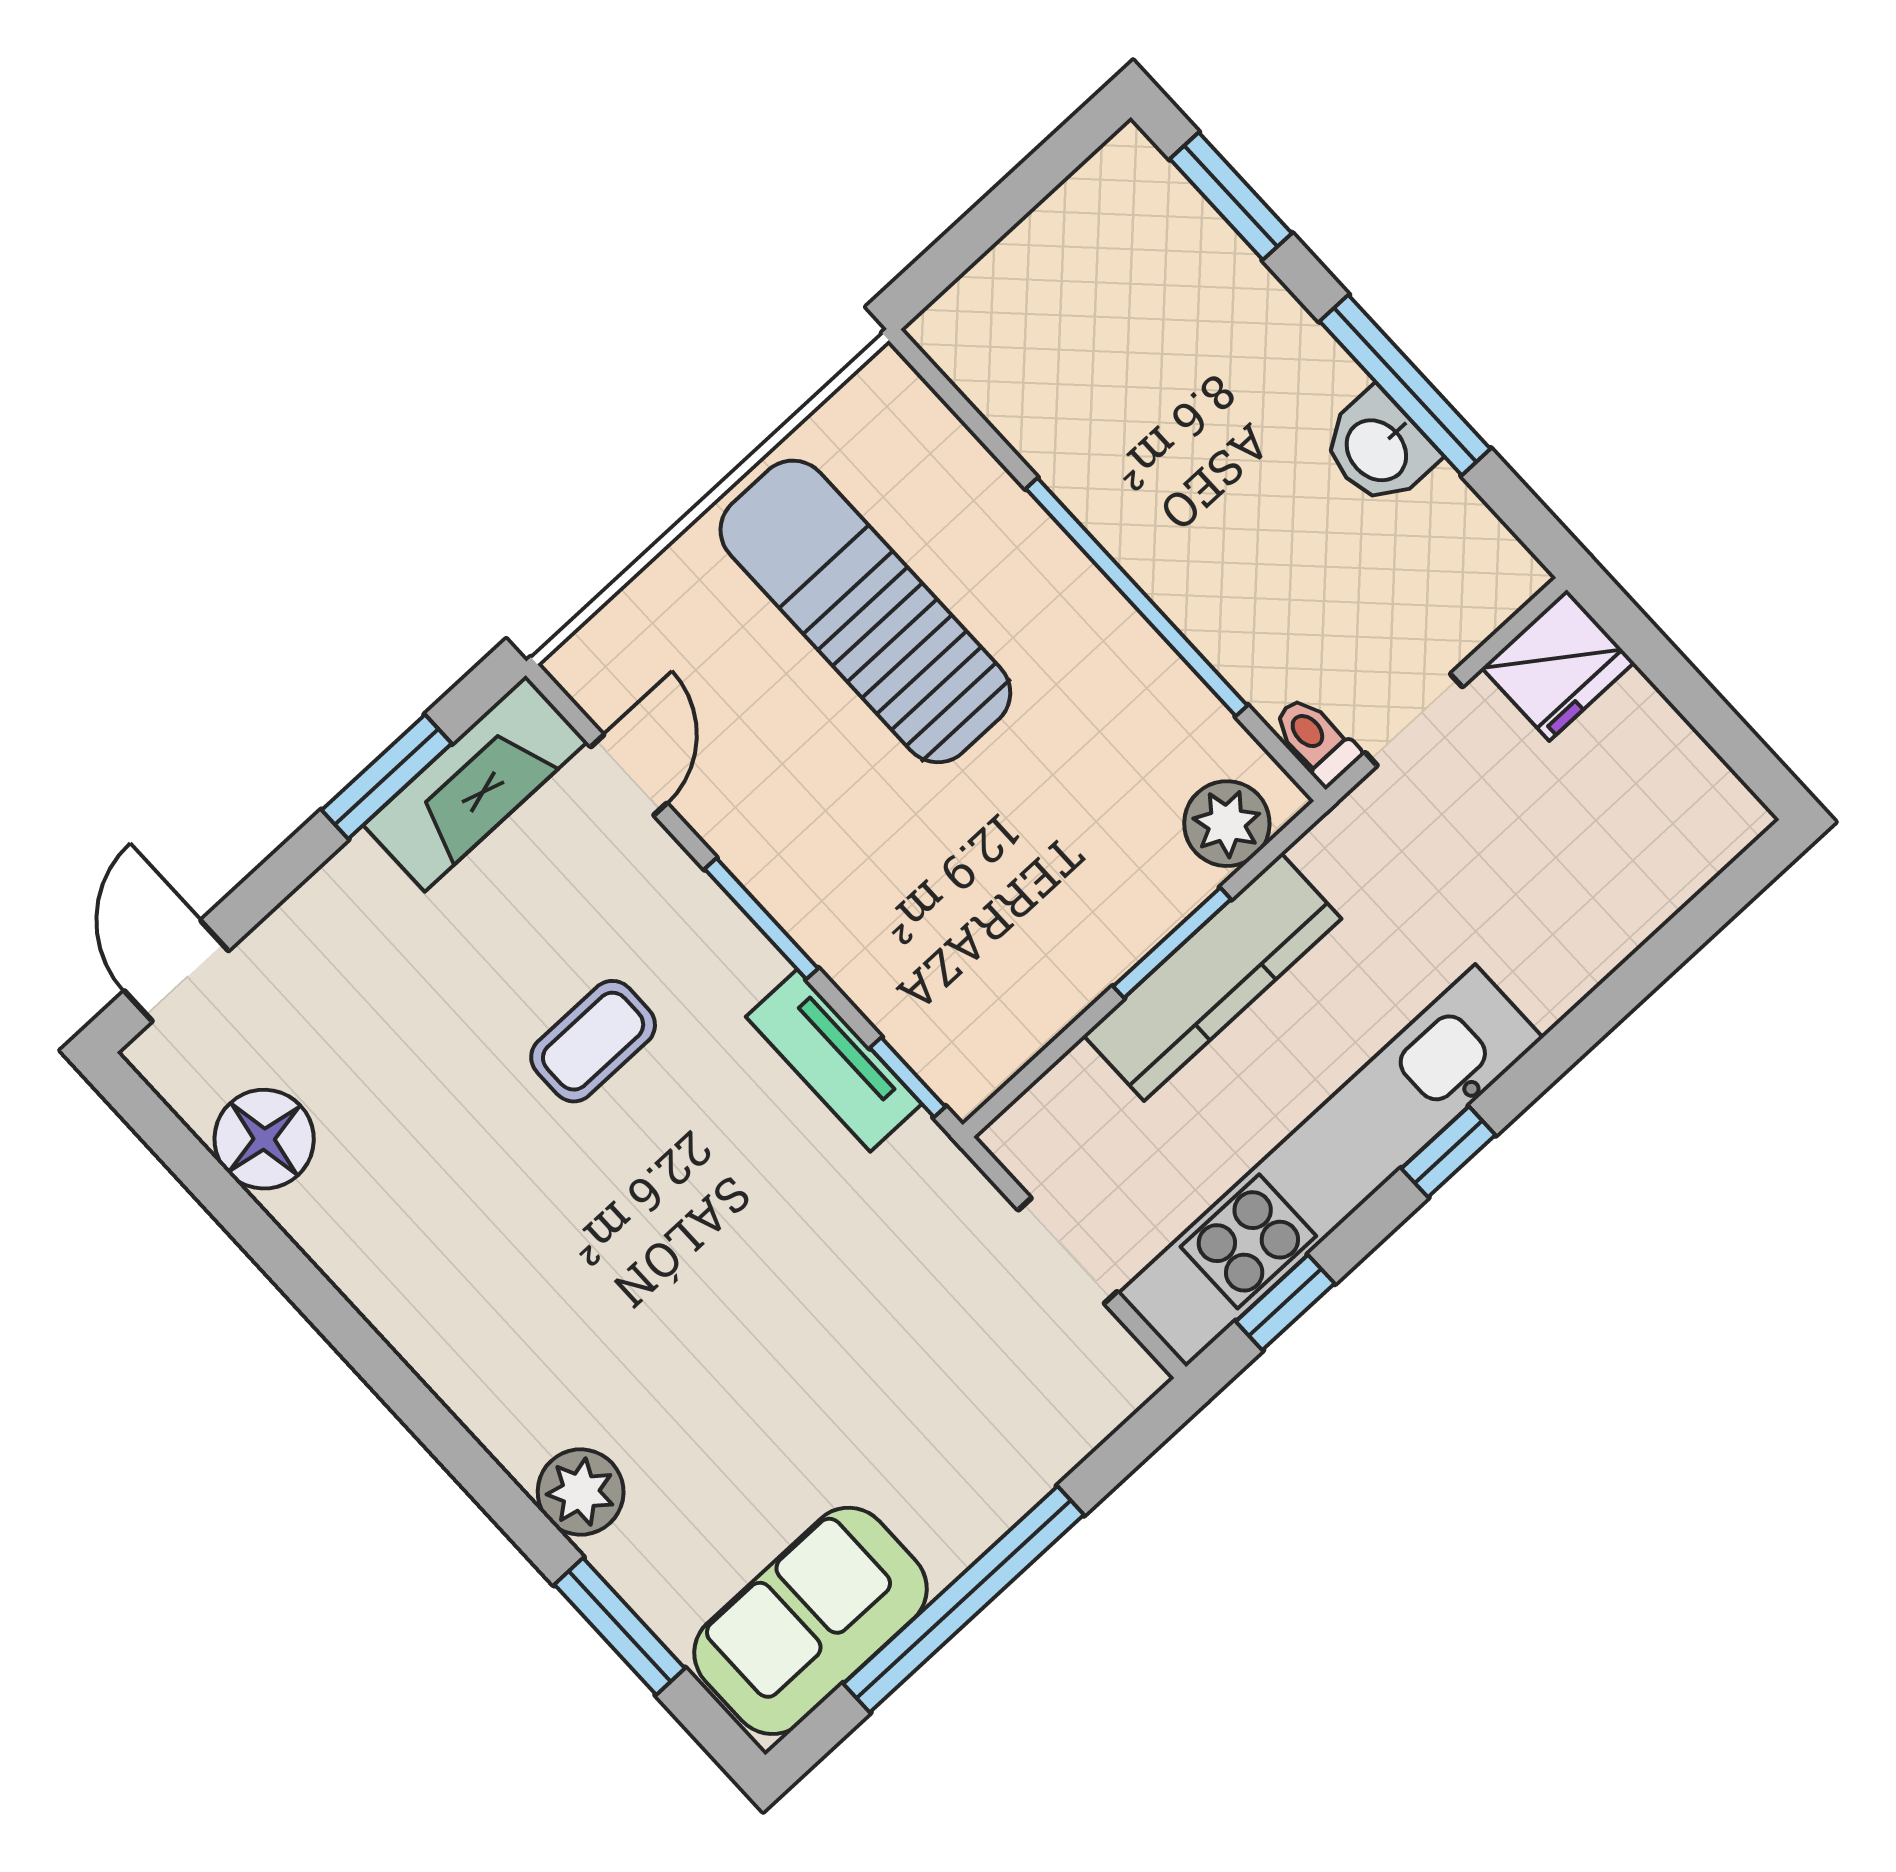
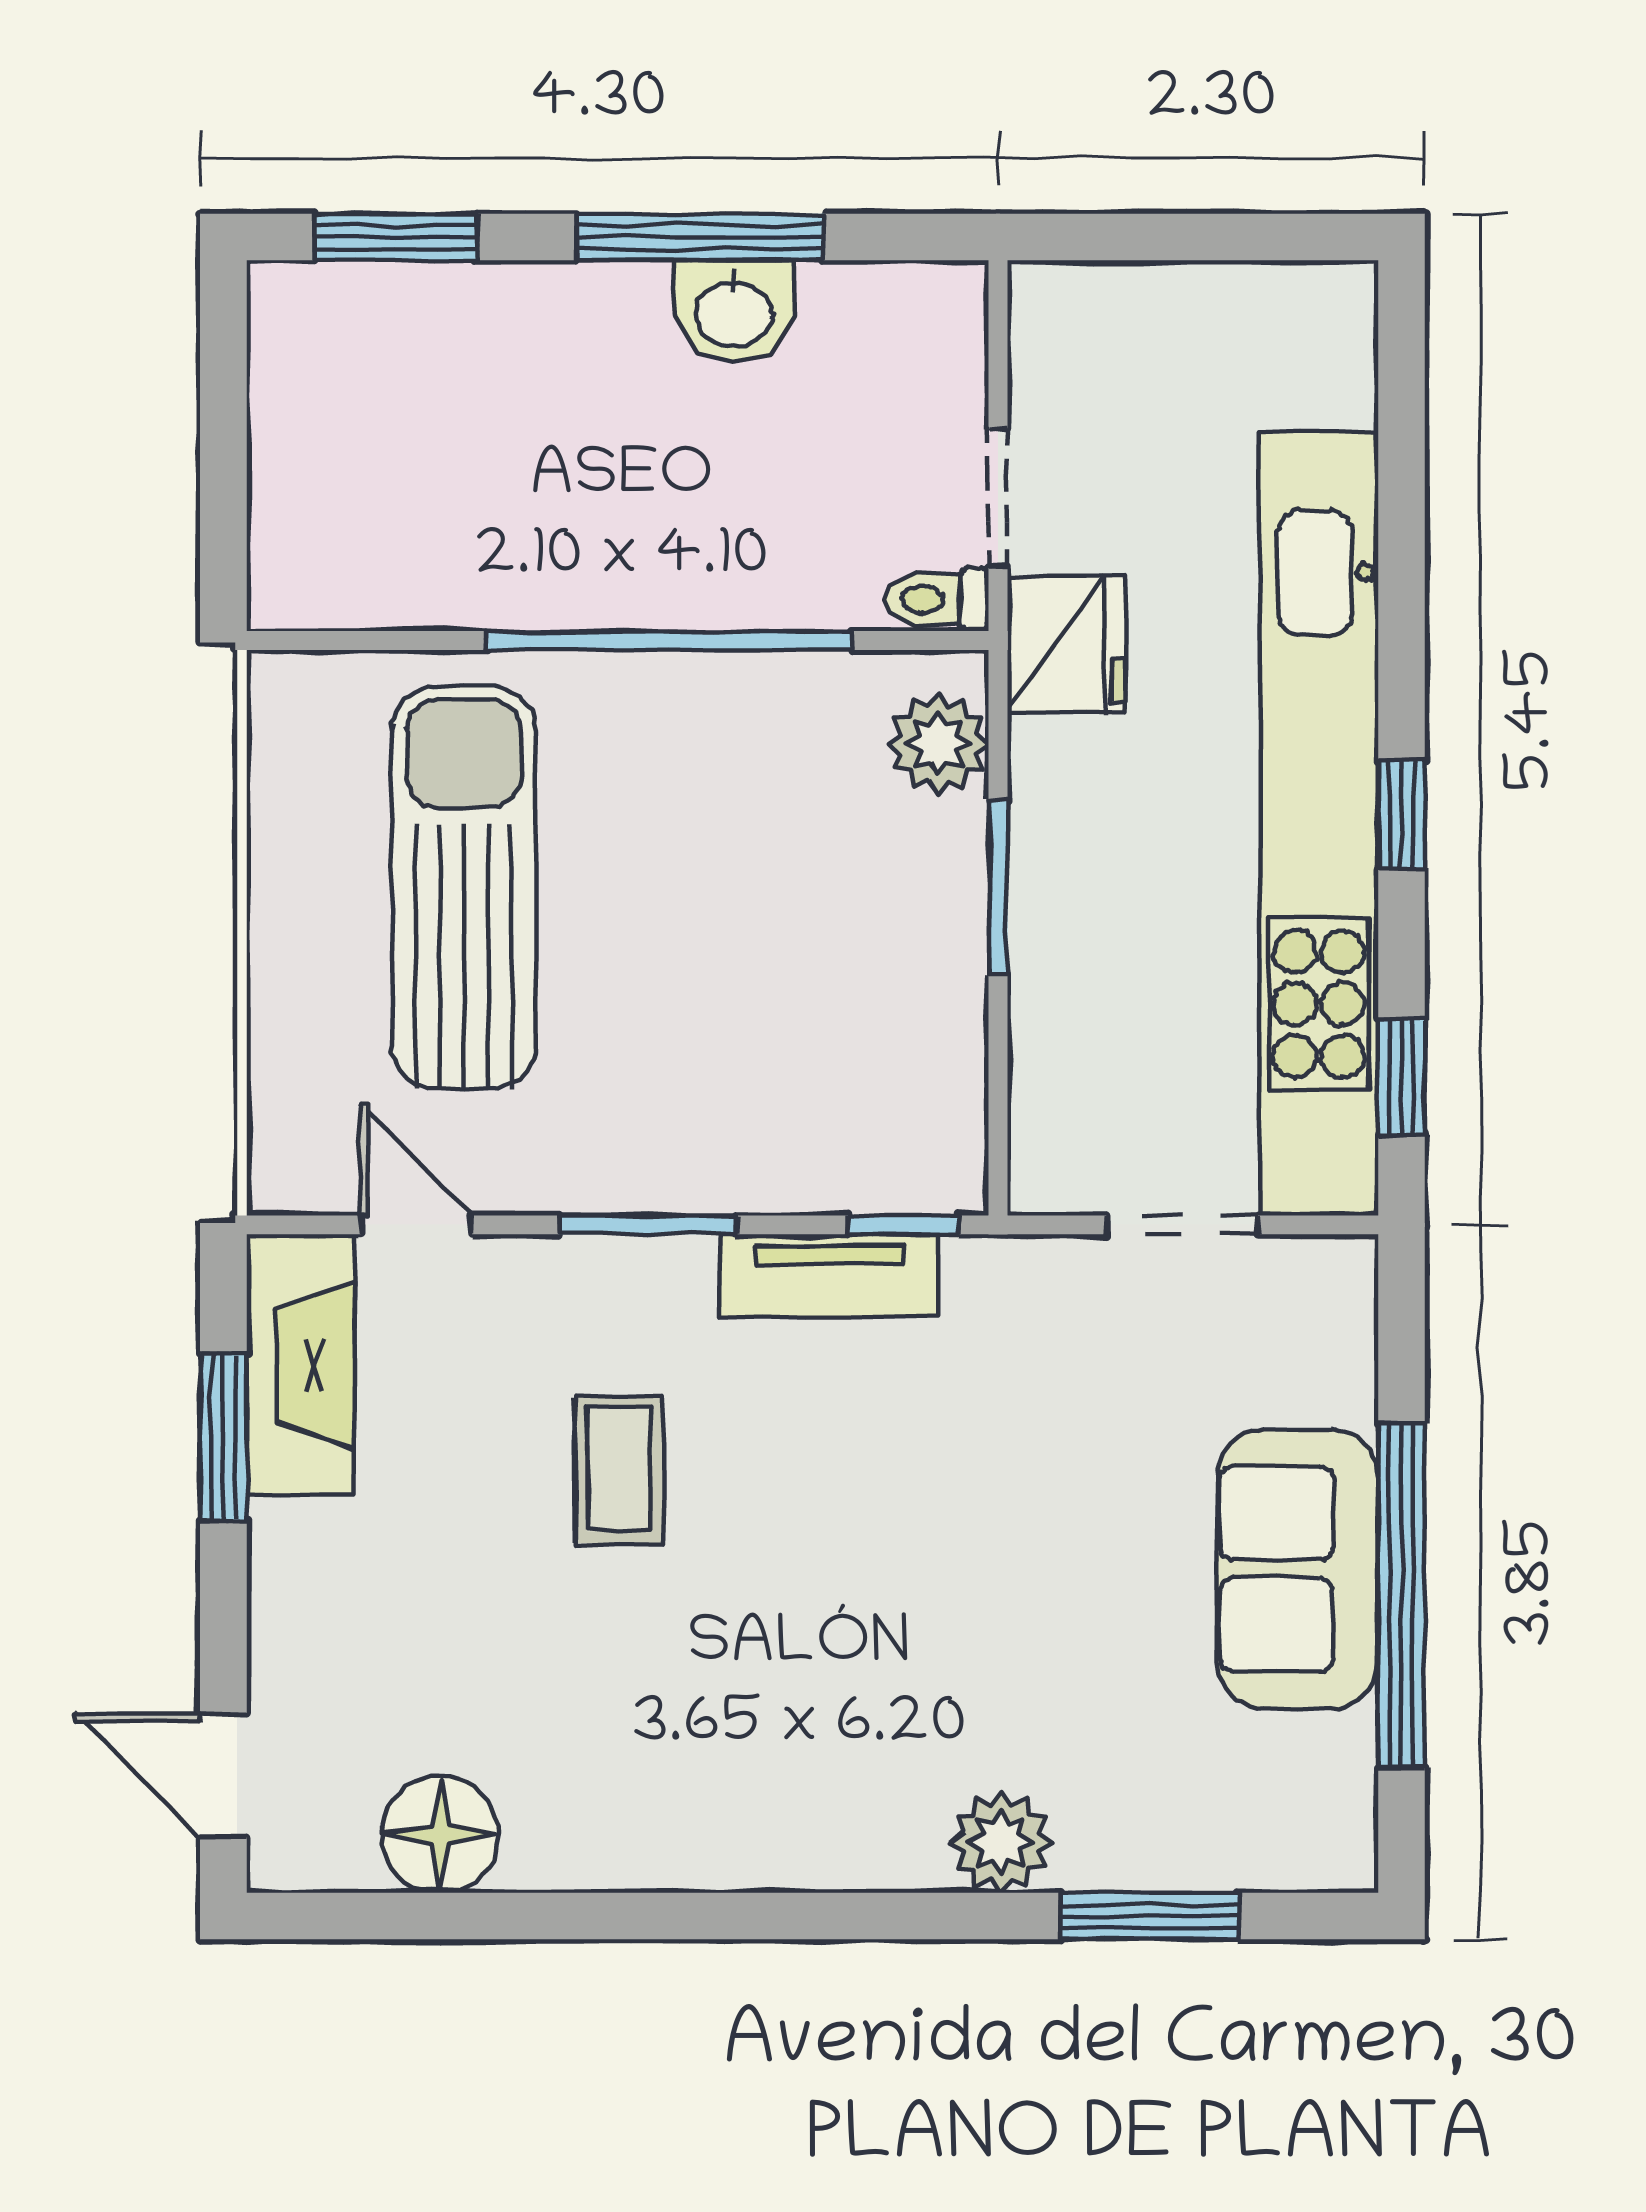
sun lounger: (865, 611) -> (464, 888), turned 90
fridge: (1558, 665) -> (1066, 644), moved
kitchen counter: (1212, 977) -> (1060, 880), removed
kitchen unit: (1331, 1166) -> (1319, 824), width x1.36
sofa: (811, 1621) -> (1298, 1569), moved

